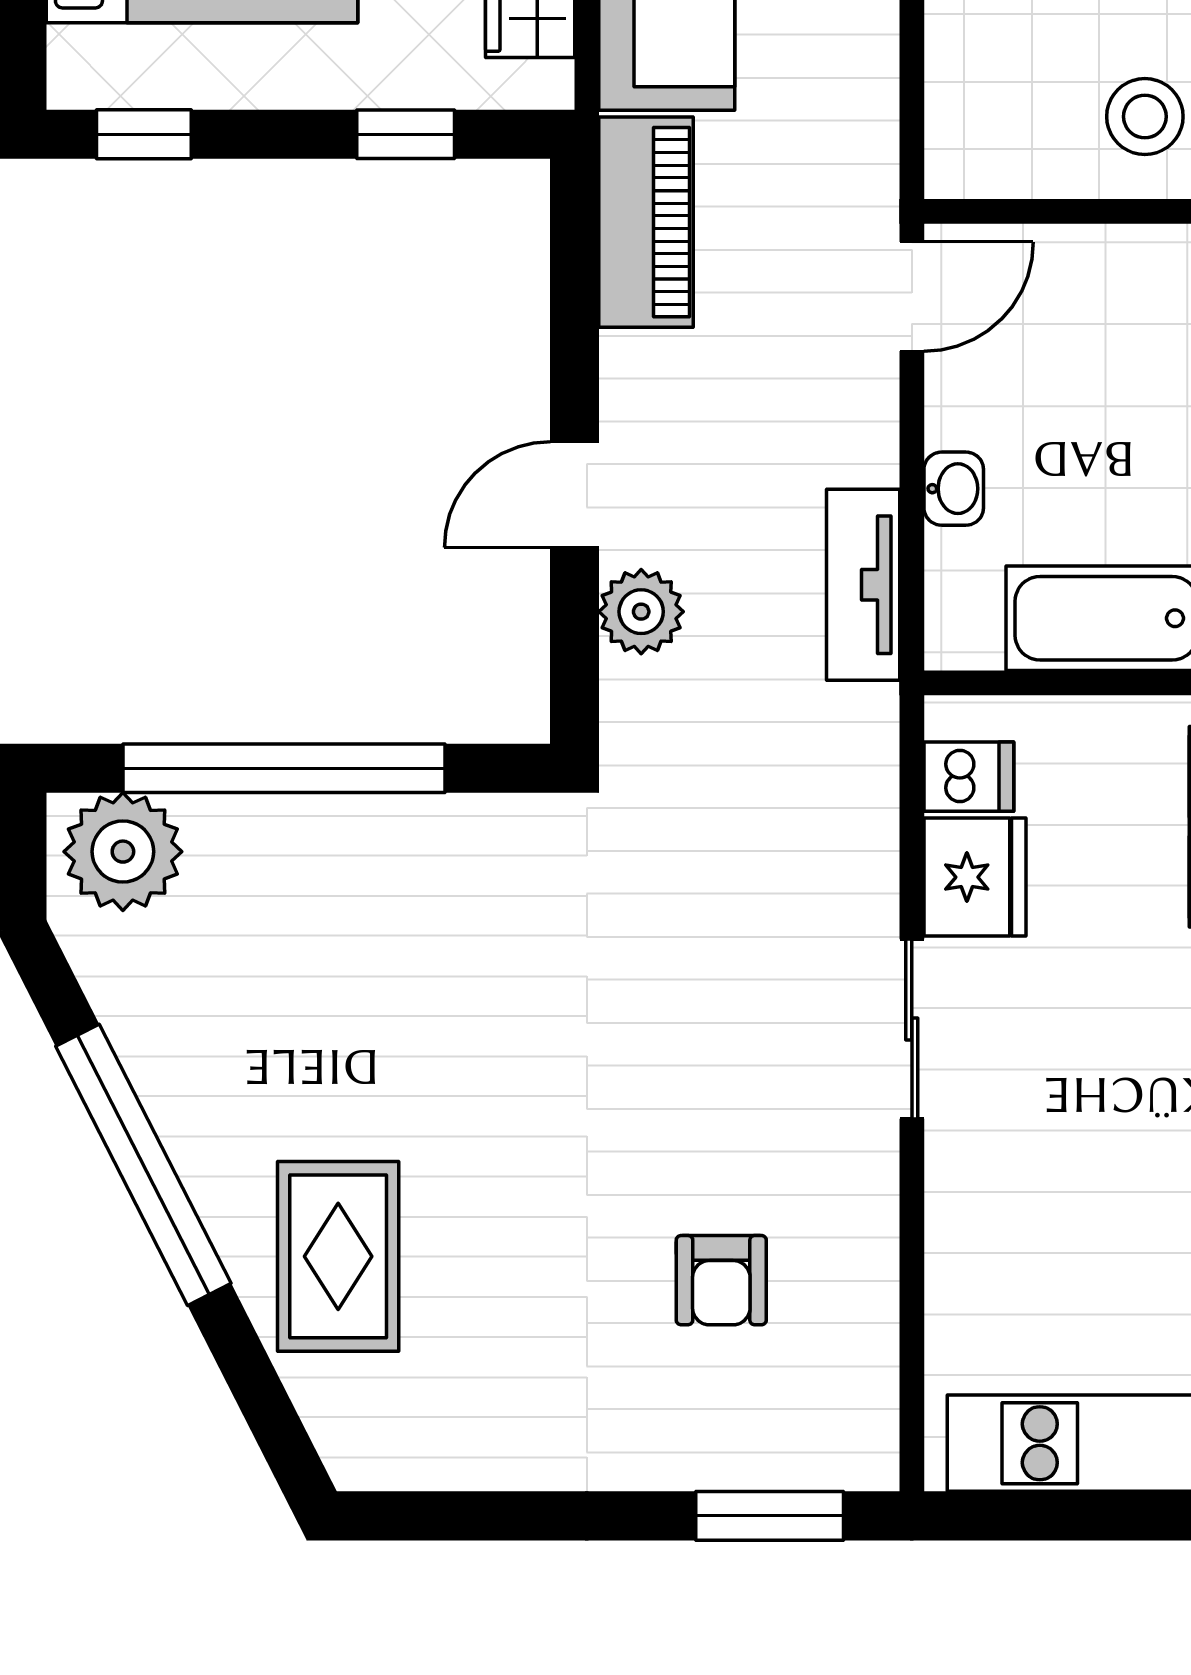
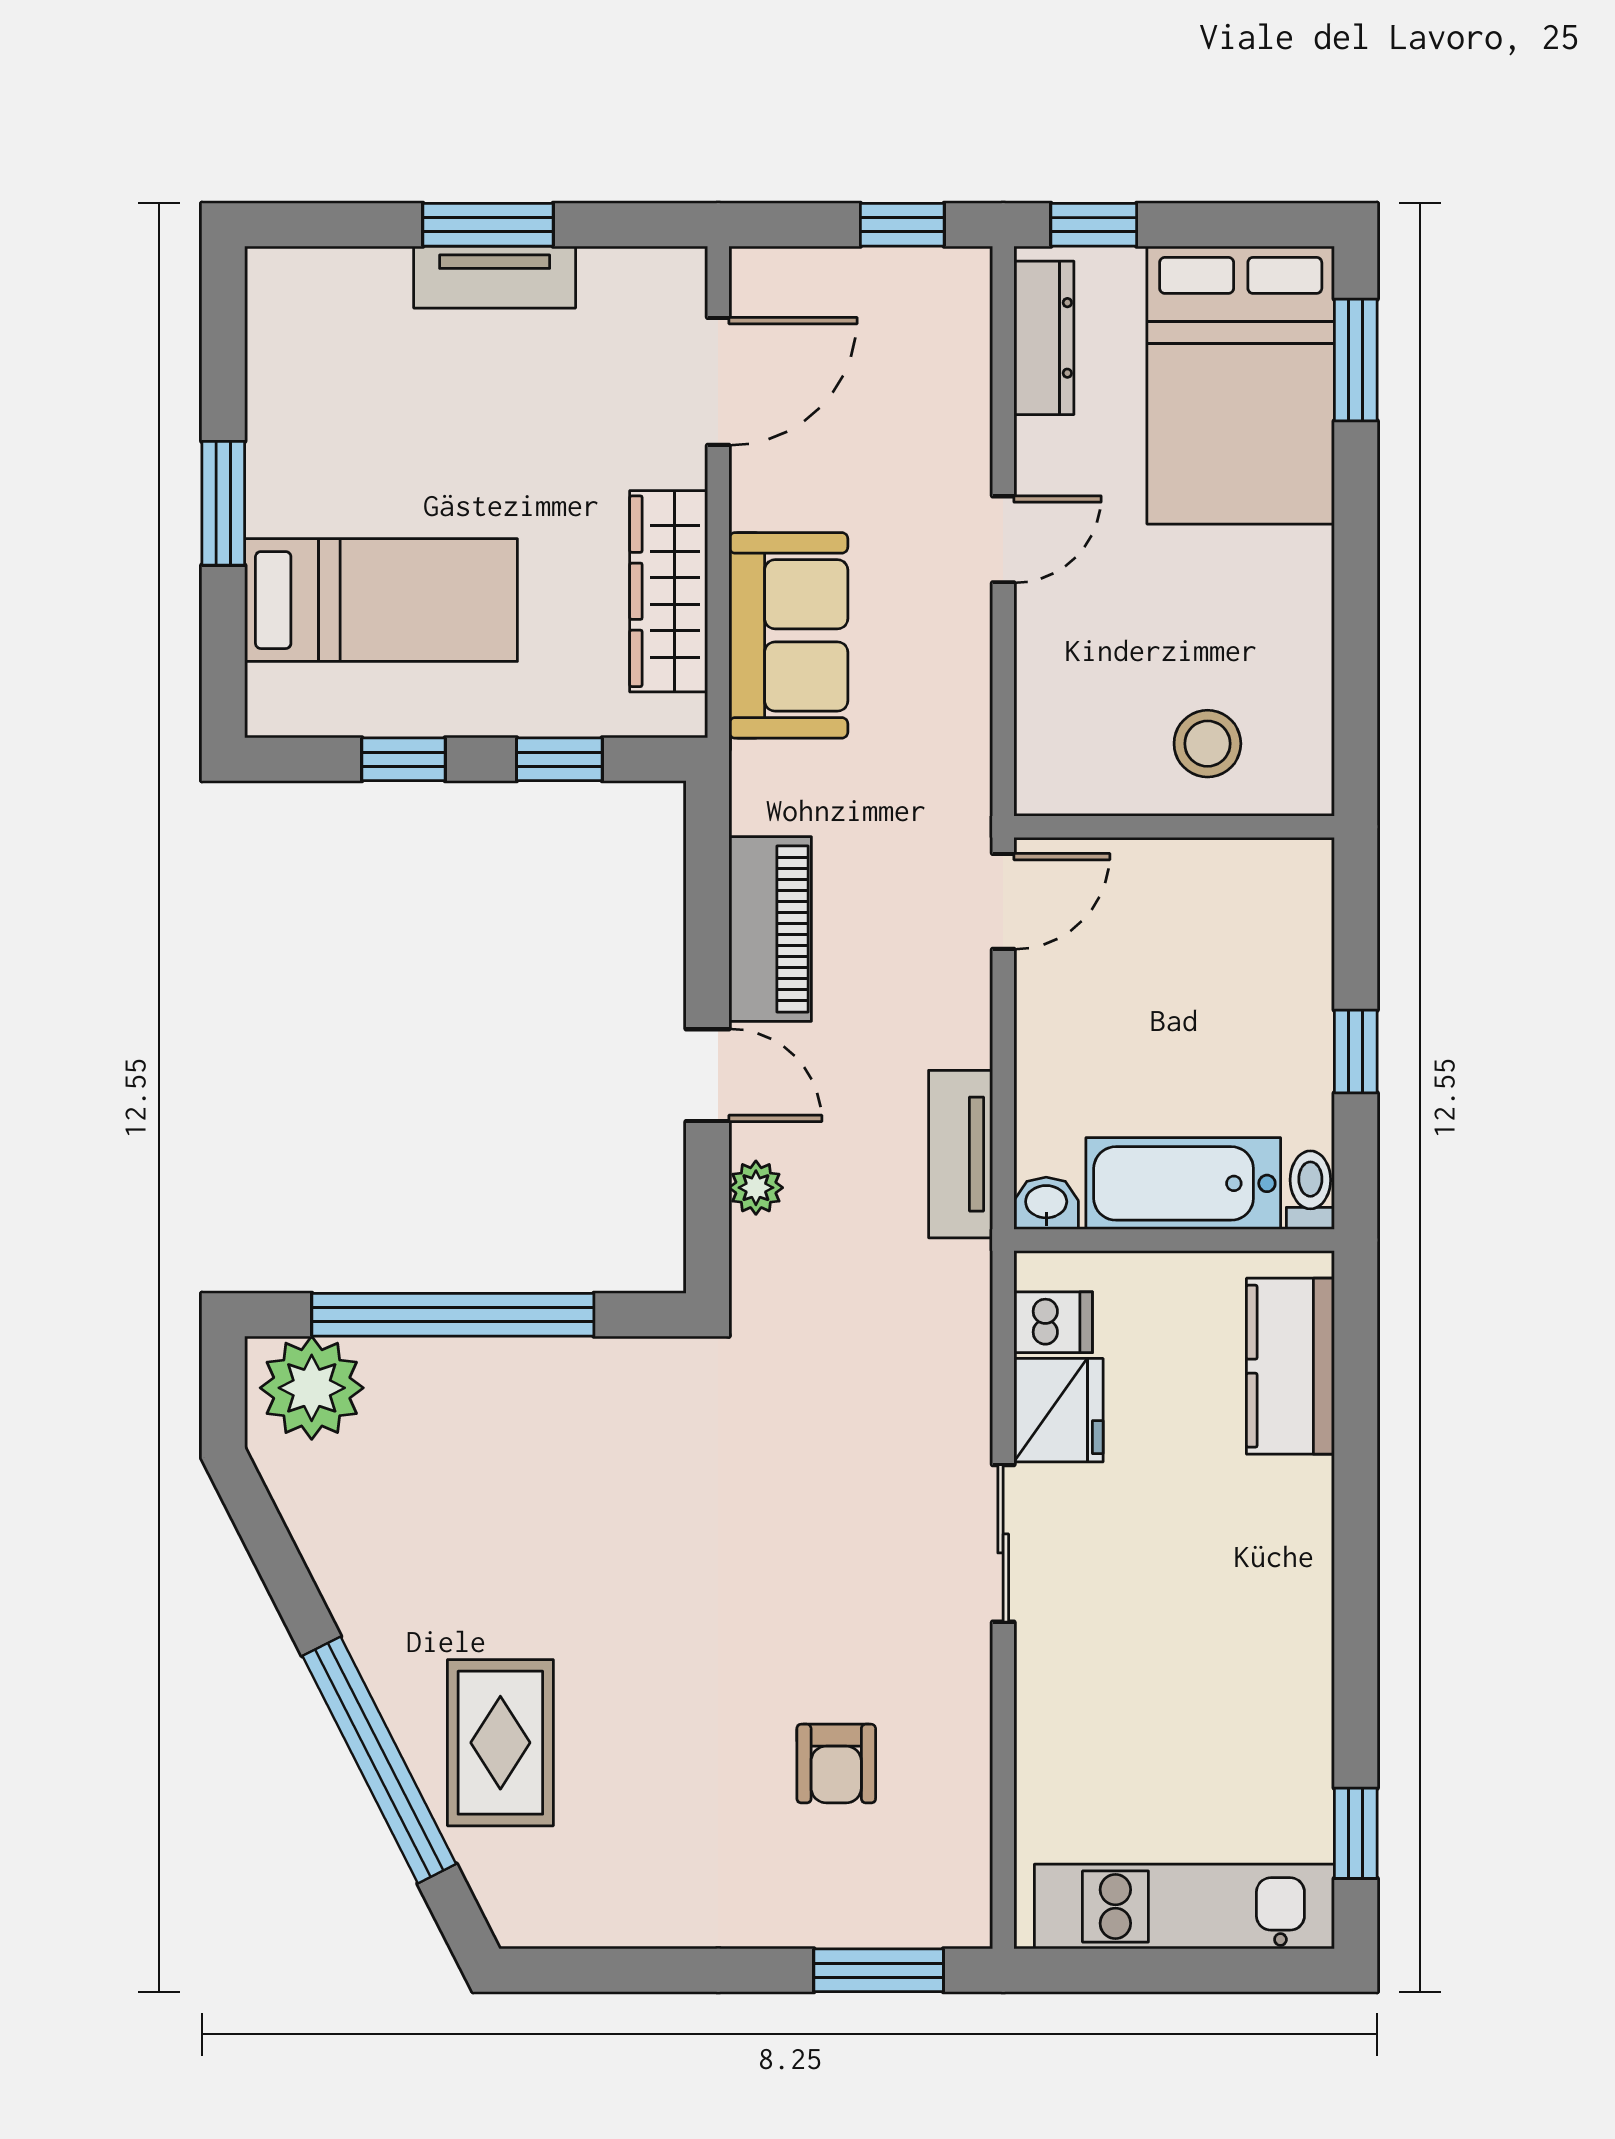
window: (144, 134) -> (404, 759), moved
piano: (646, 222) -> (770, 929), moved
washbasin: (954, 489) -> (1046, 1203), moved, turned -90
door: (575, 495) -> (708, 1075), swing flipped
plant: (641, 612) -> (756, 1188), width x0.73, depth x0.73
window: (143, 1165) -> (379, 1760), moved

